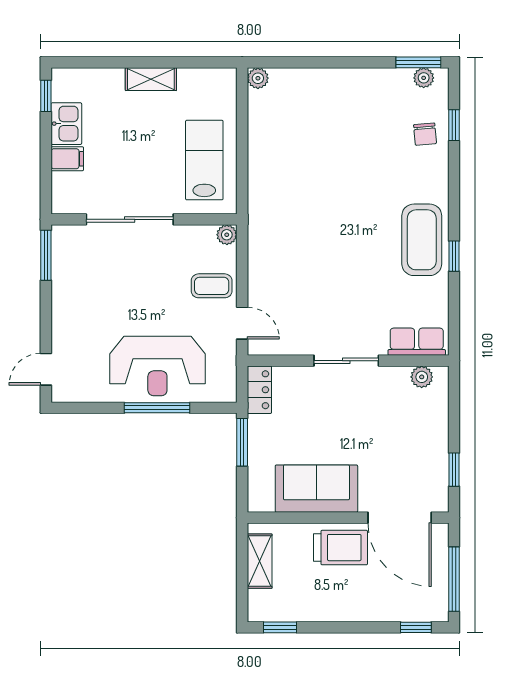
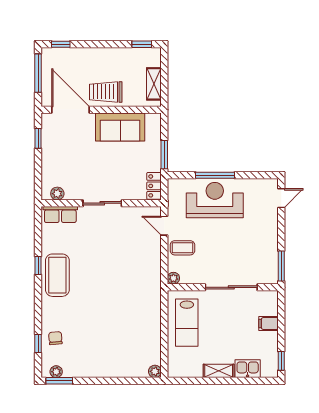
kitchen sink: (66, 124) -> (248, 369), moved, turned 90

